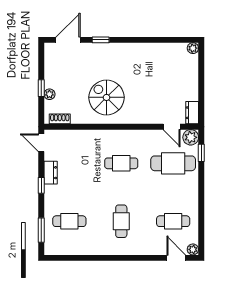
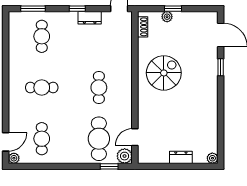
dresser: (192, 113) -> (181, 157), moved

